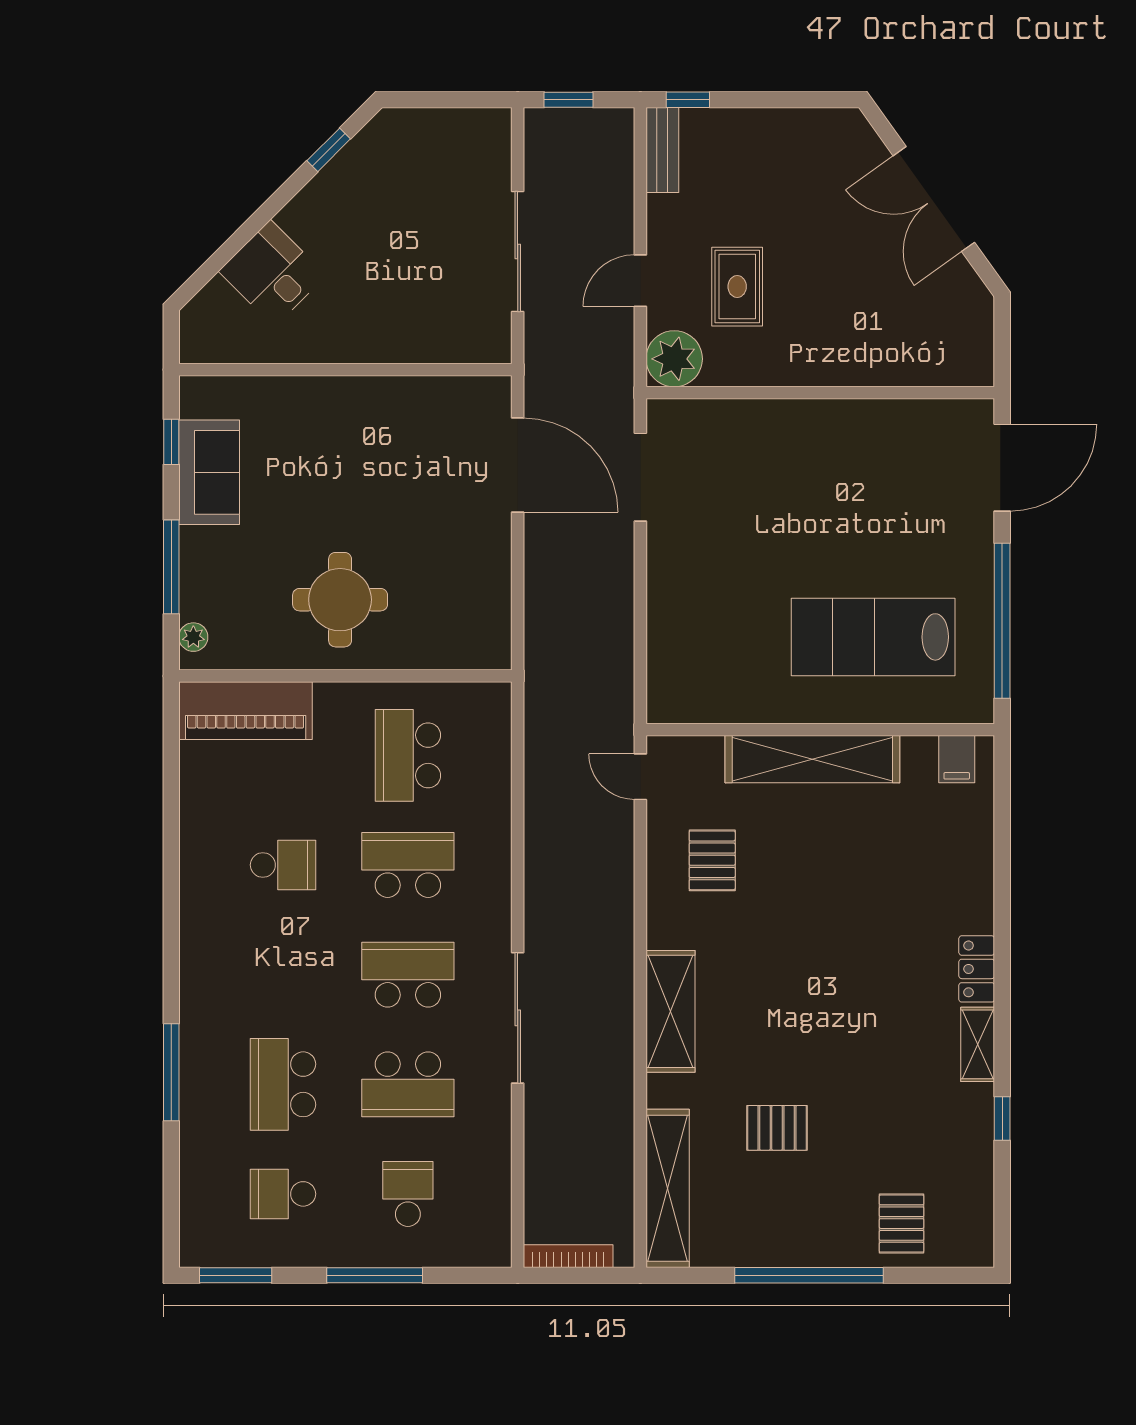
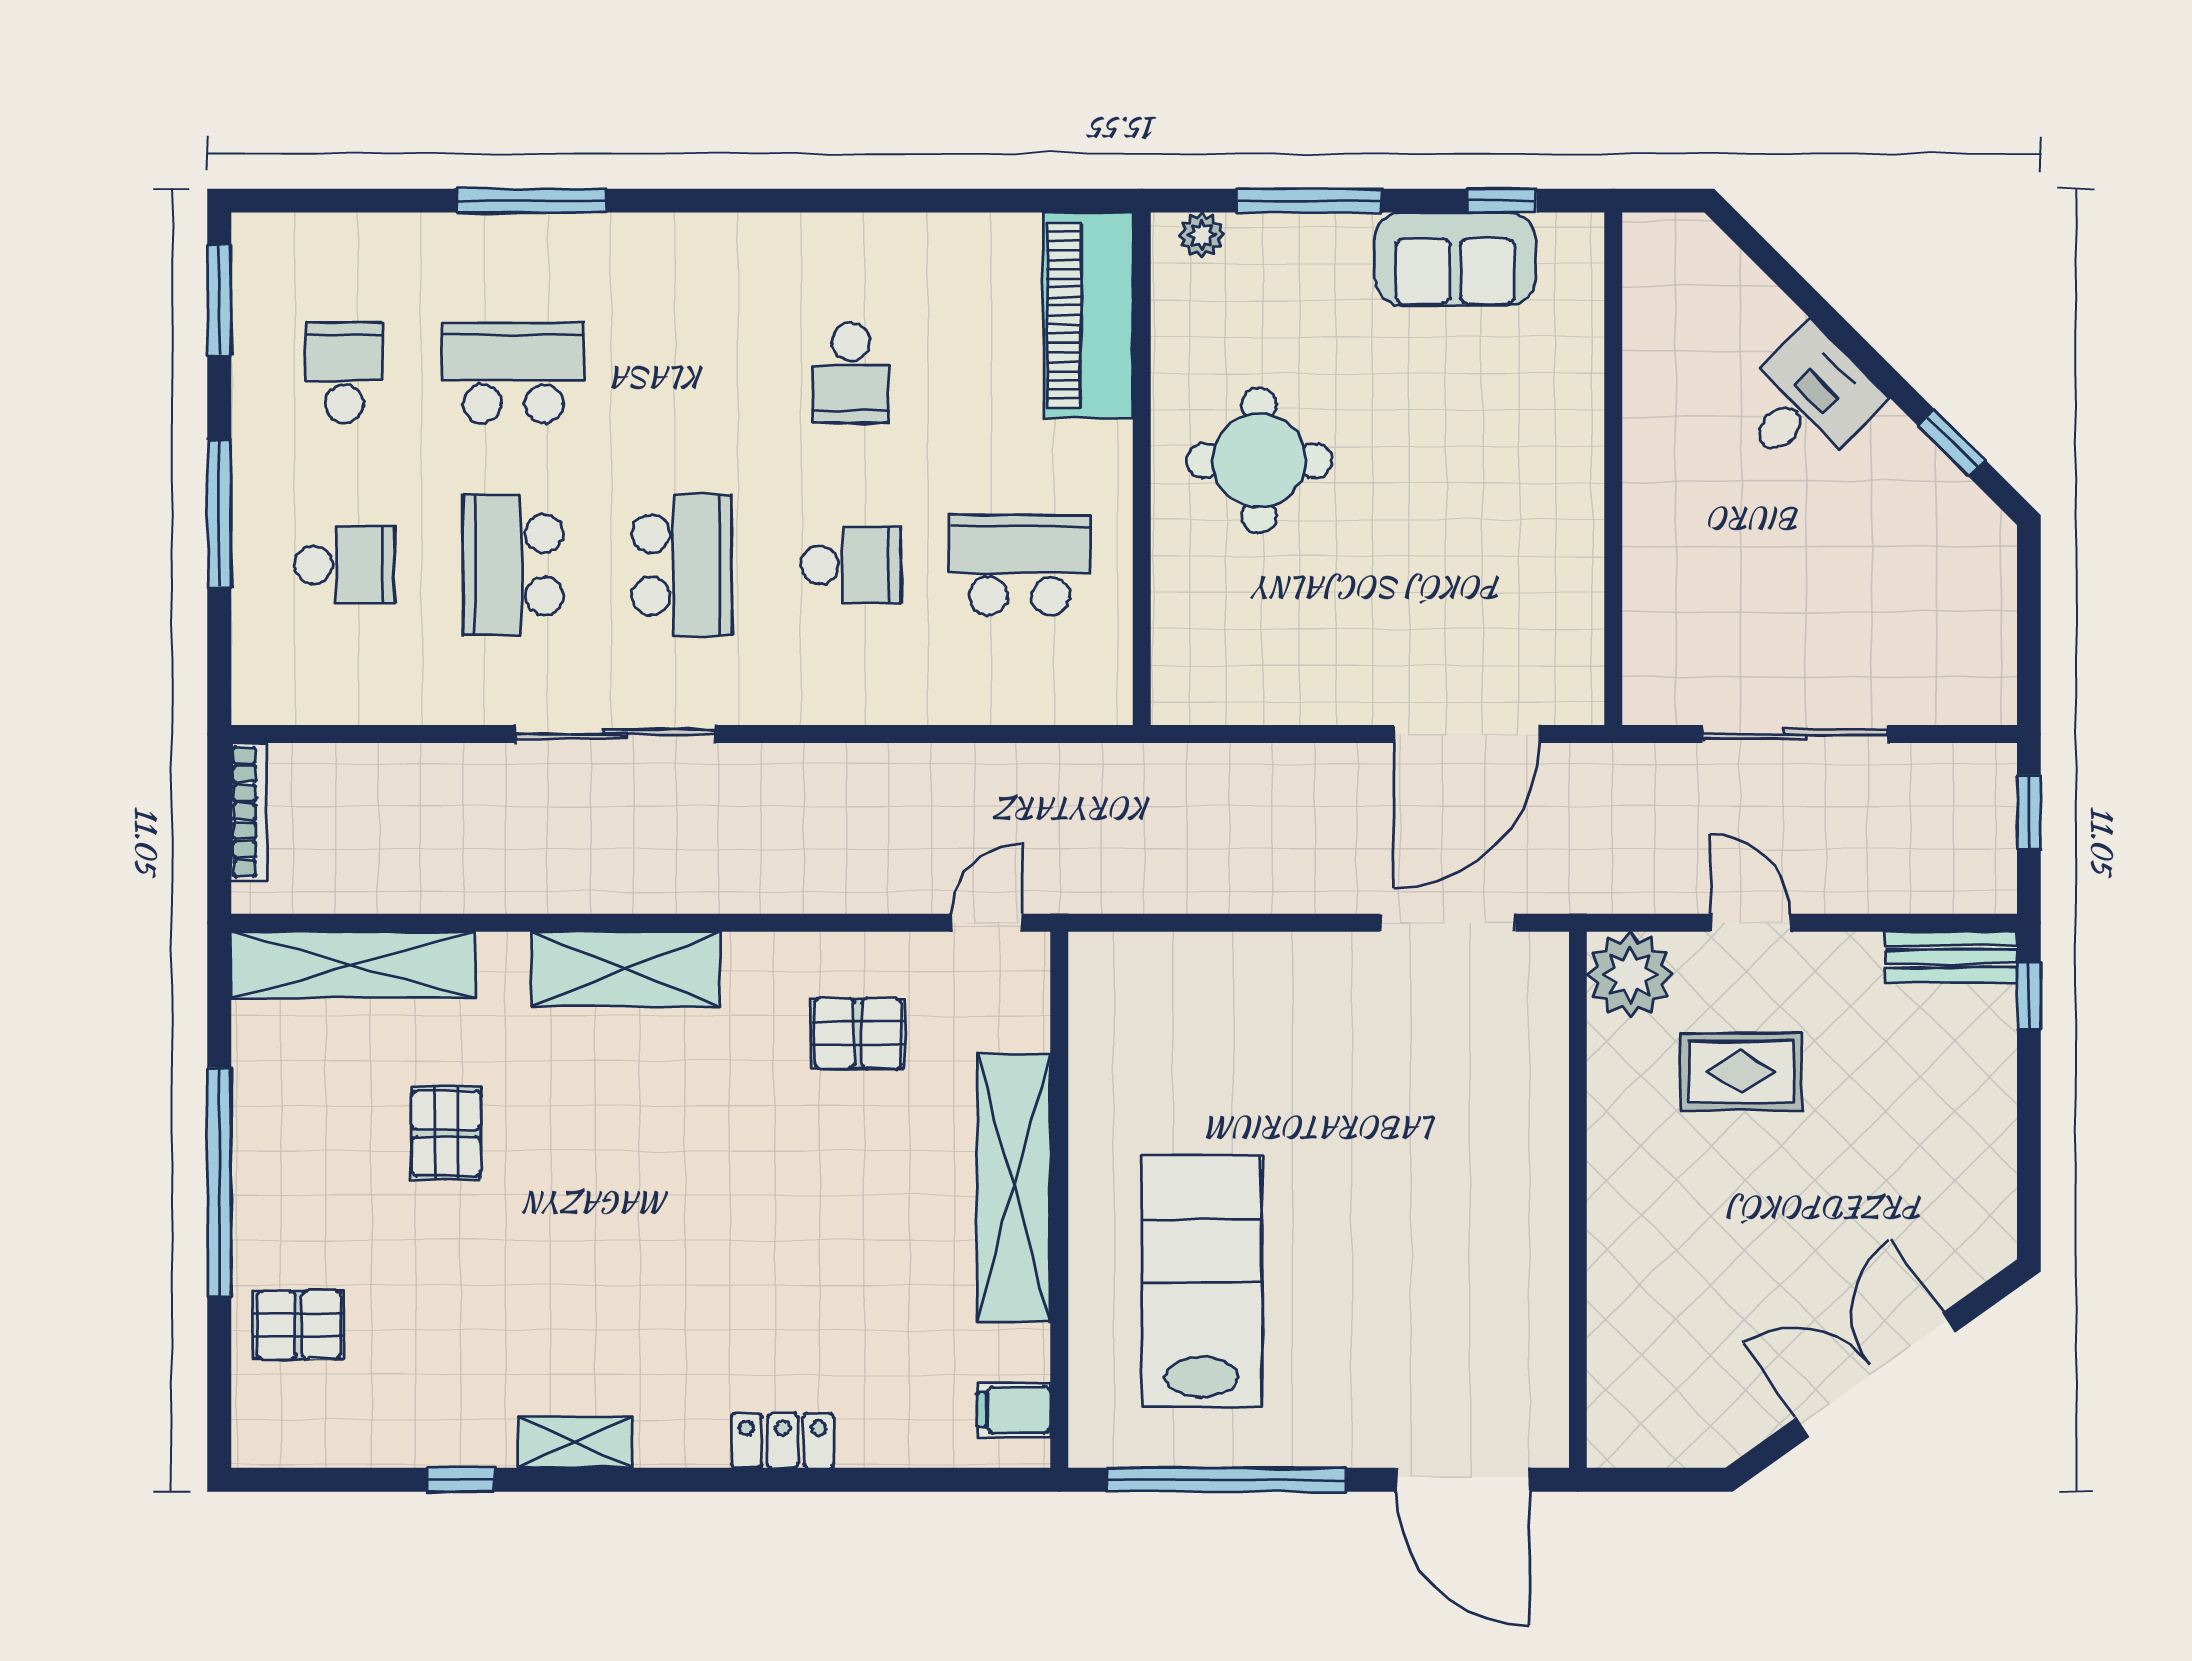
desk: (272, 273) -> (1807, 401), moved
school desk: (408, 865) -> (851, 565), width x0.54
locker: (977, 969) -> (783, 1441), moved

